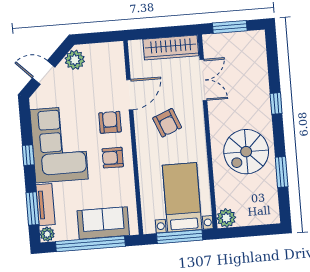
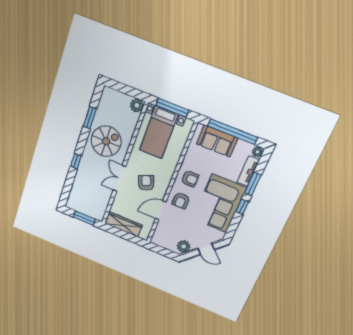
double door: (203, 80) -> (119, 178), moved
window: (32, 209) -> (253, 184), moved

